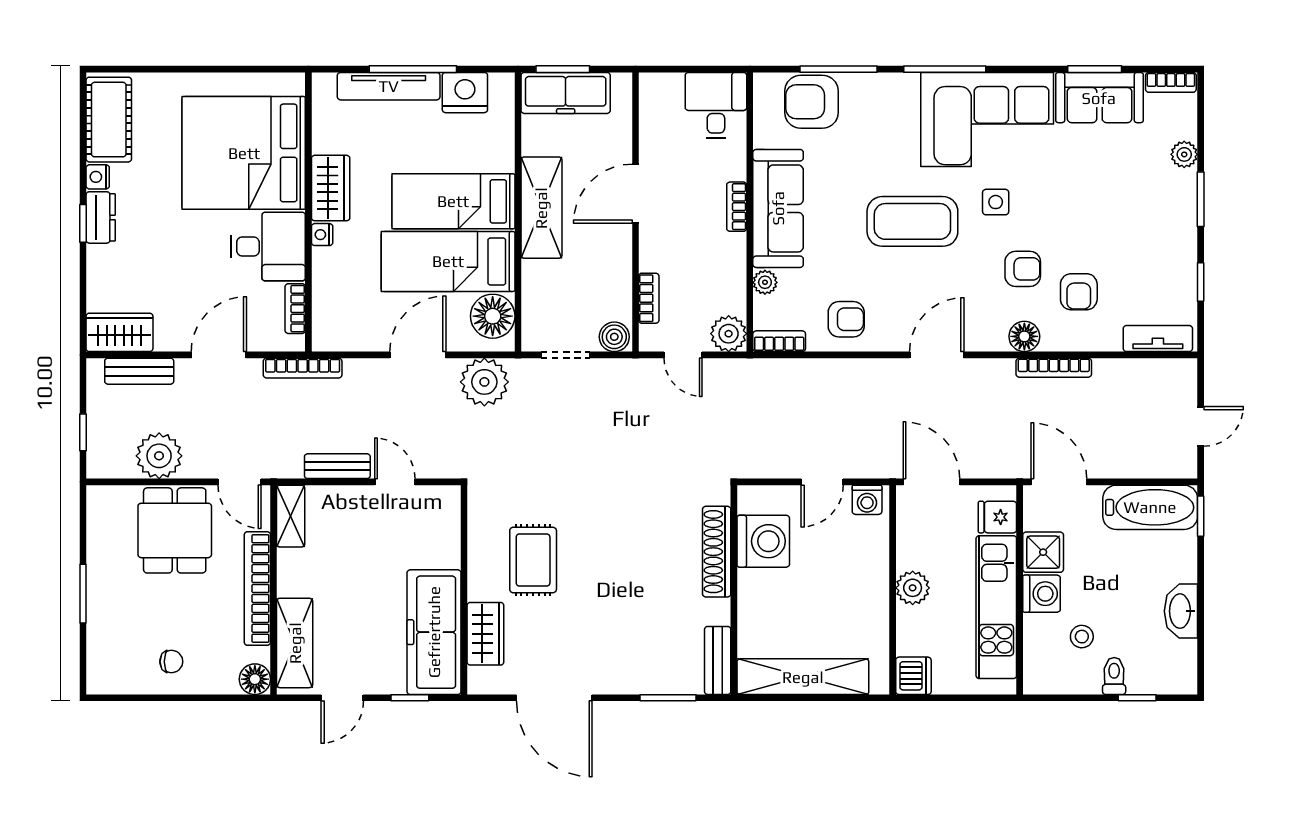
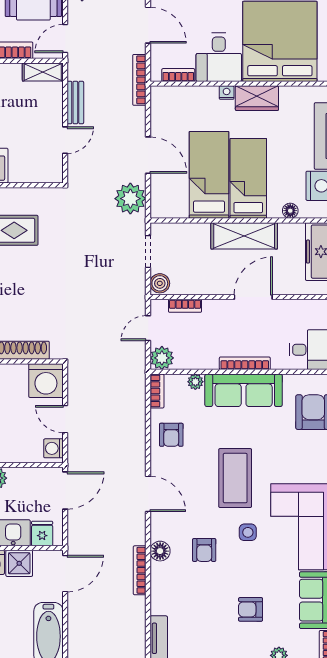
door: (635, 194) -> (253, 297), hinge flipped
bookcase: (737, 207) -> (245, 363), width x1.56
armchair: (1079, 292) -> (251, 609), moved
floor lamp: (493, 316) -> (290, 211), moved, width x0.53, depth x0.53
washing machine: (763, 541) -> (46, 381), moved

